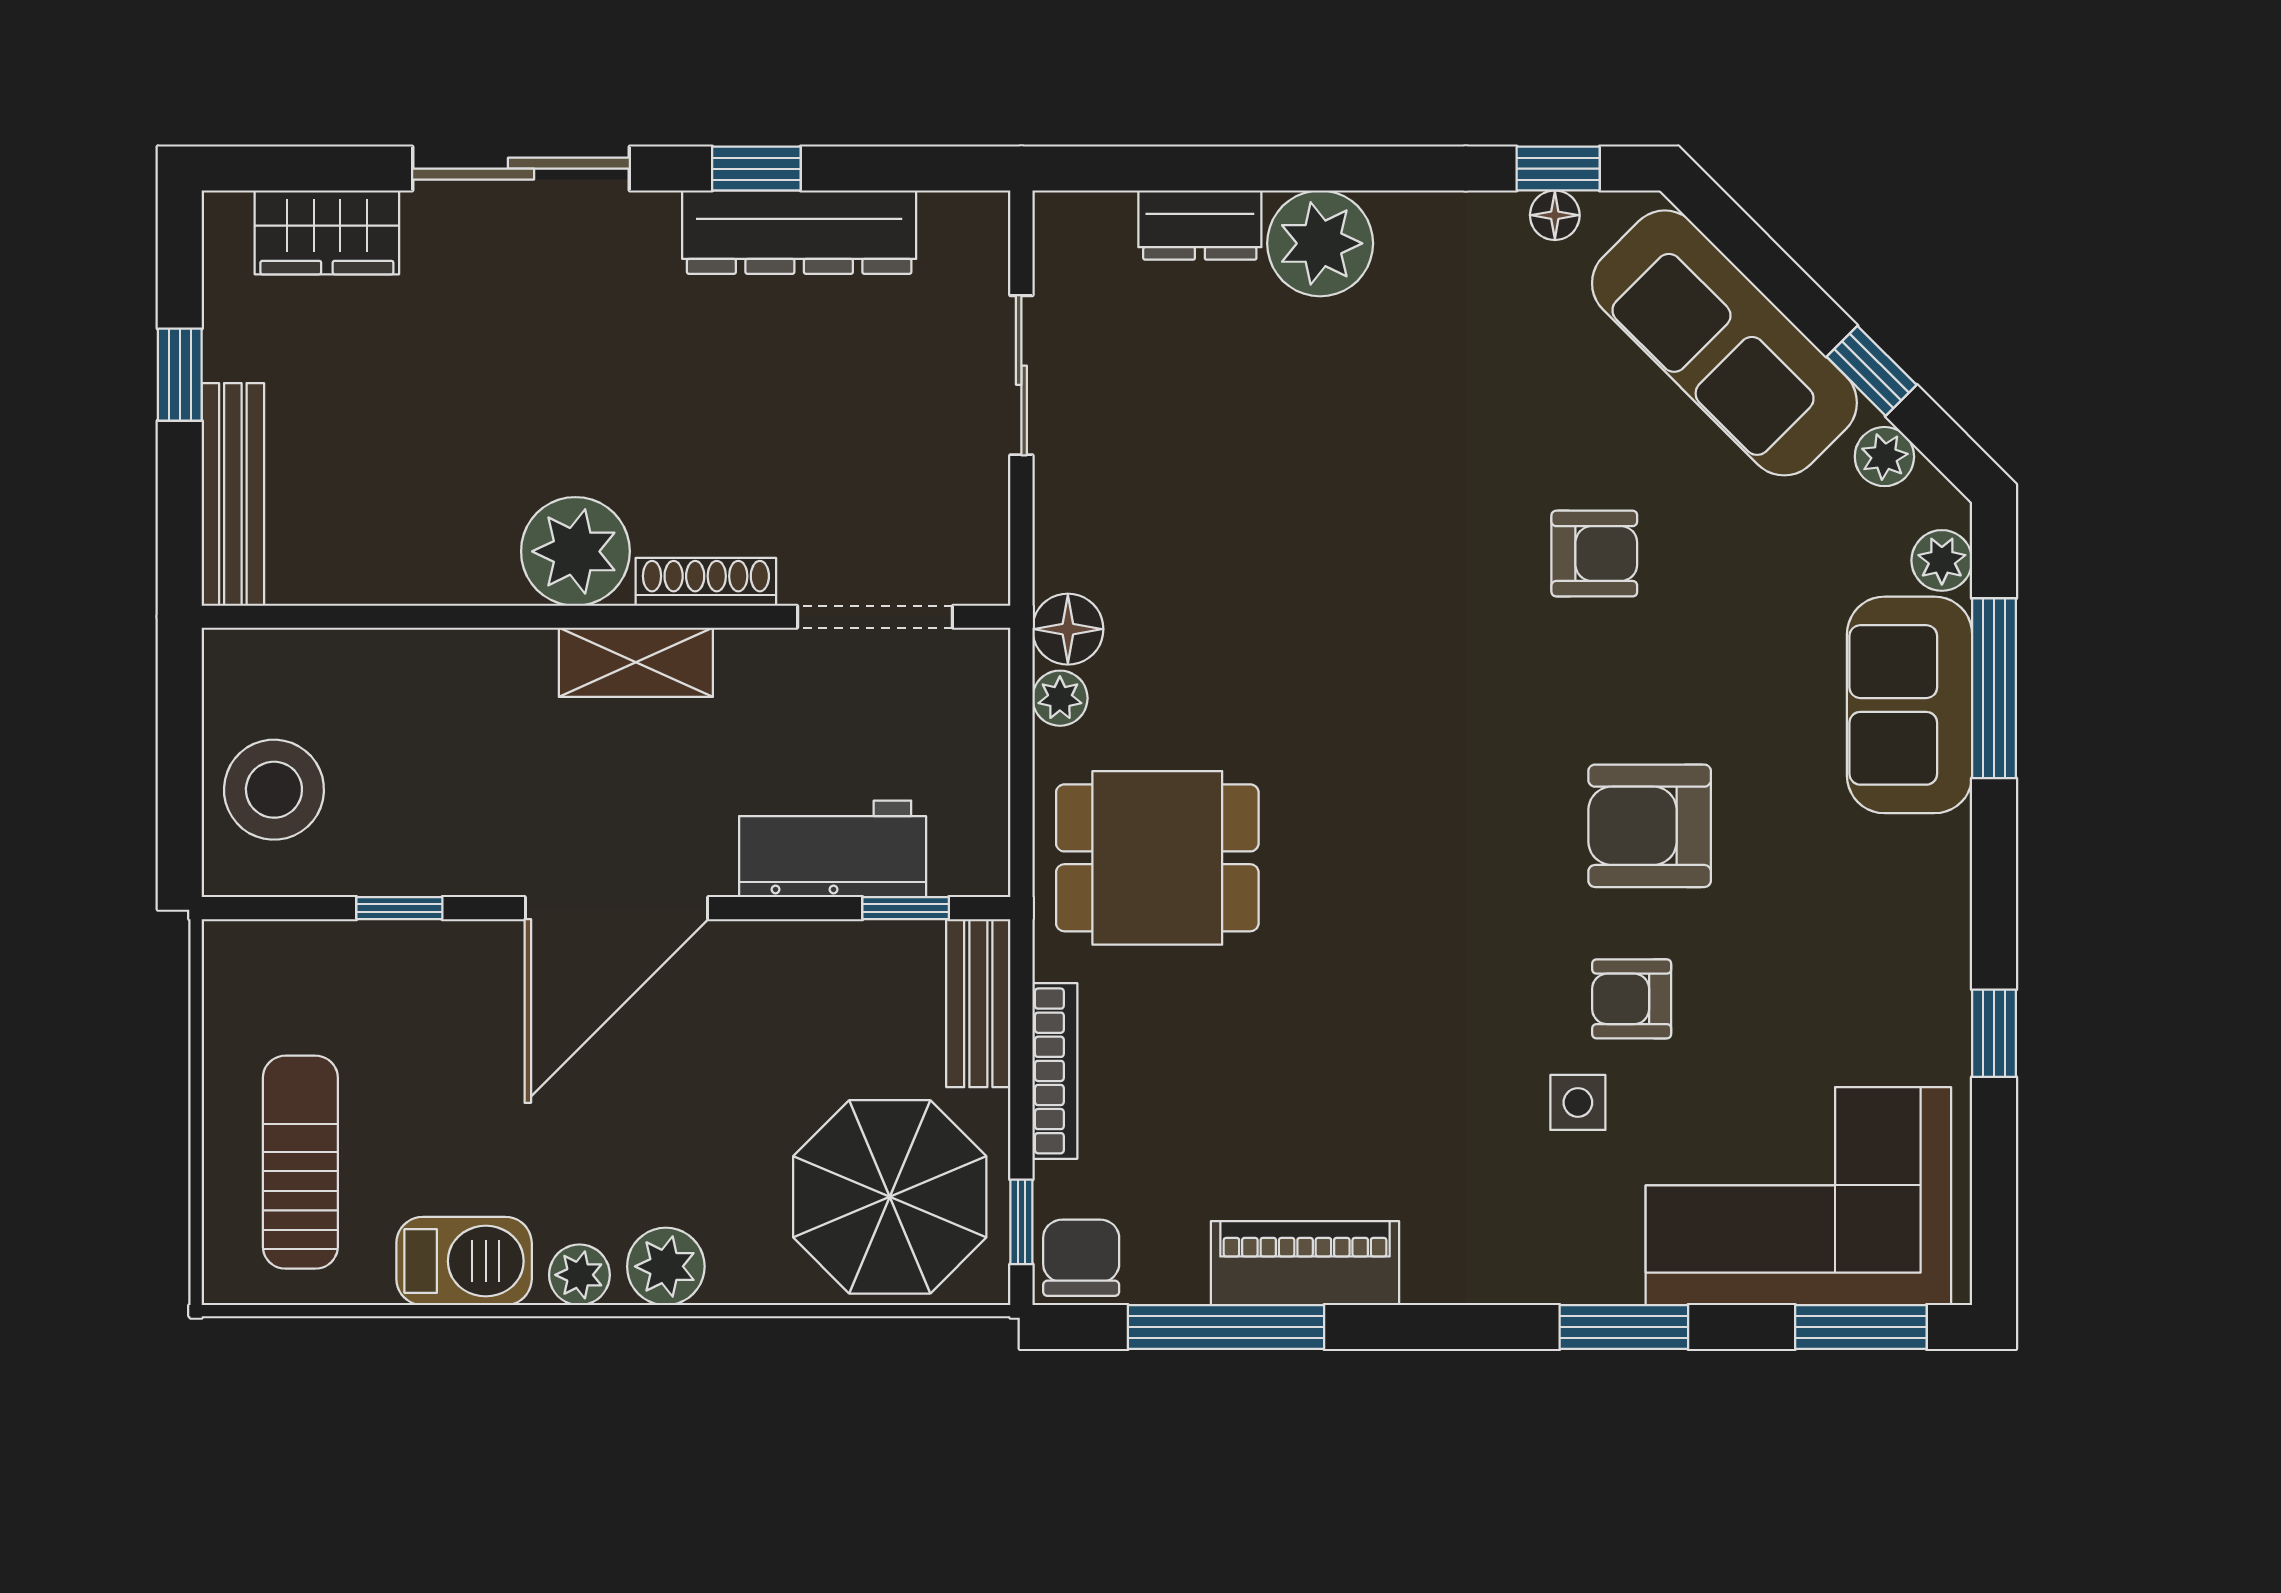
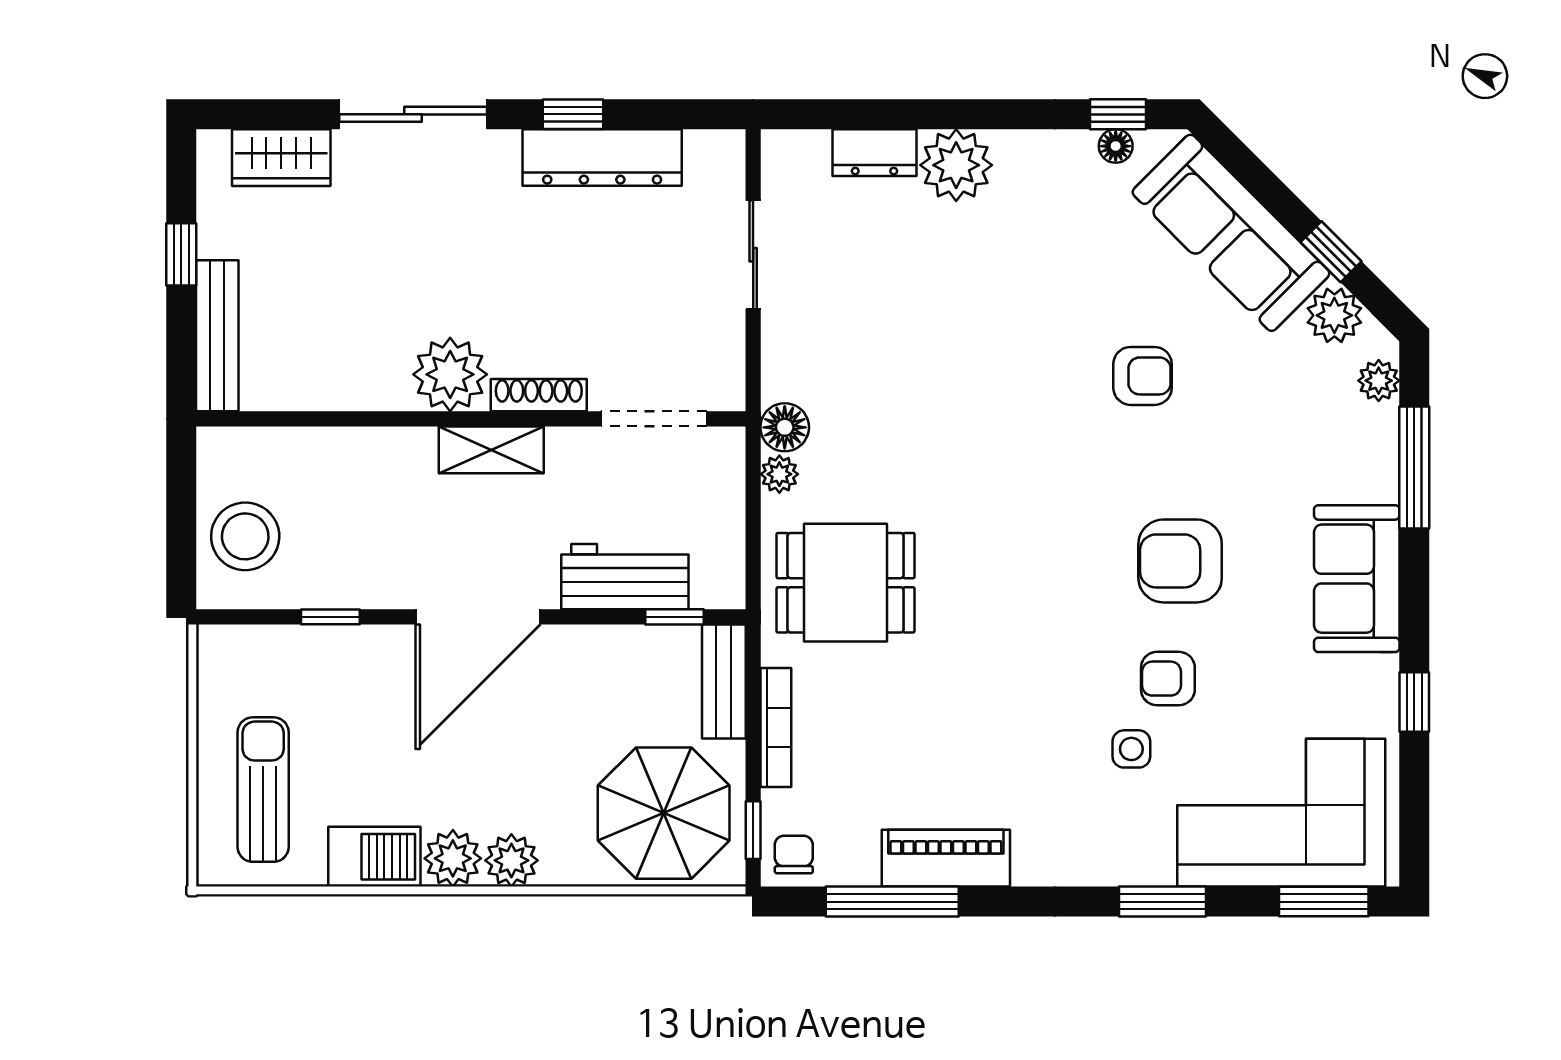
plant: (1884, 457) -> (1334, 315), width x1.38, depth x1.38
sofa: (1910, 705) -> (1357, 579), moved
chair: (1081, 1258) -> (794, 855), width x0.73, depth x0.73
plant: (579, 1275) -> (453, 858), width x1.38, depth x1.38

